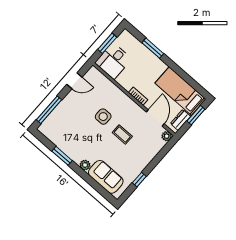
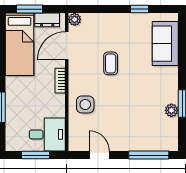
side table: (103, 117) -> (85, 104), moved
plant: (85, 165) -> (171, 110), moved

